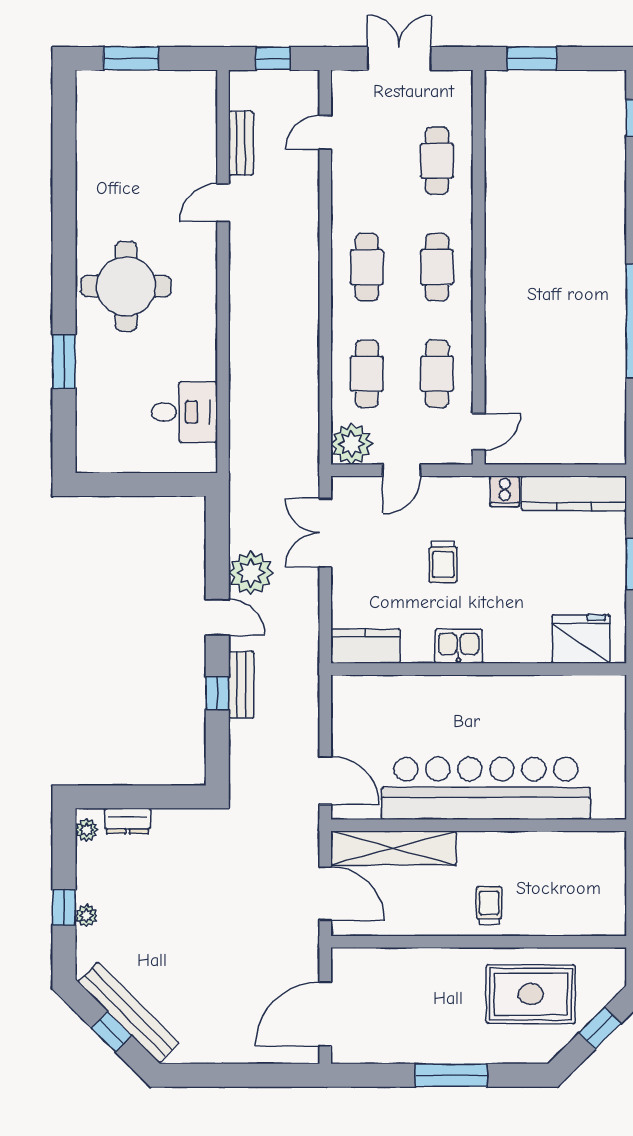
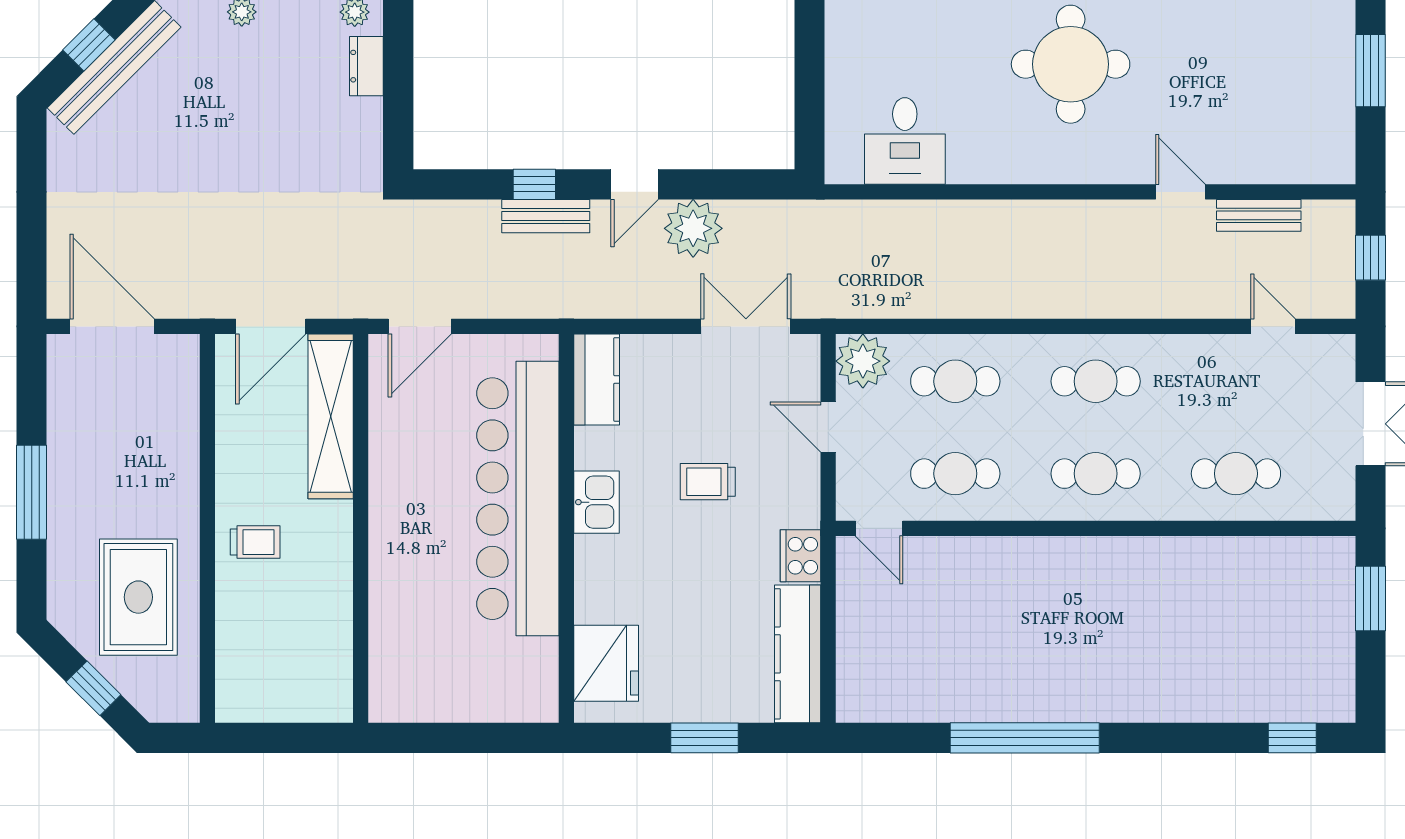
cooker: (505, 491) -> (800, 556), width x1.36
bar counter: (486, 788) -> (518, 499), moved, turned 180

